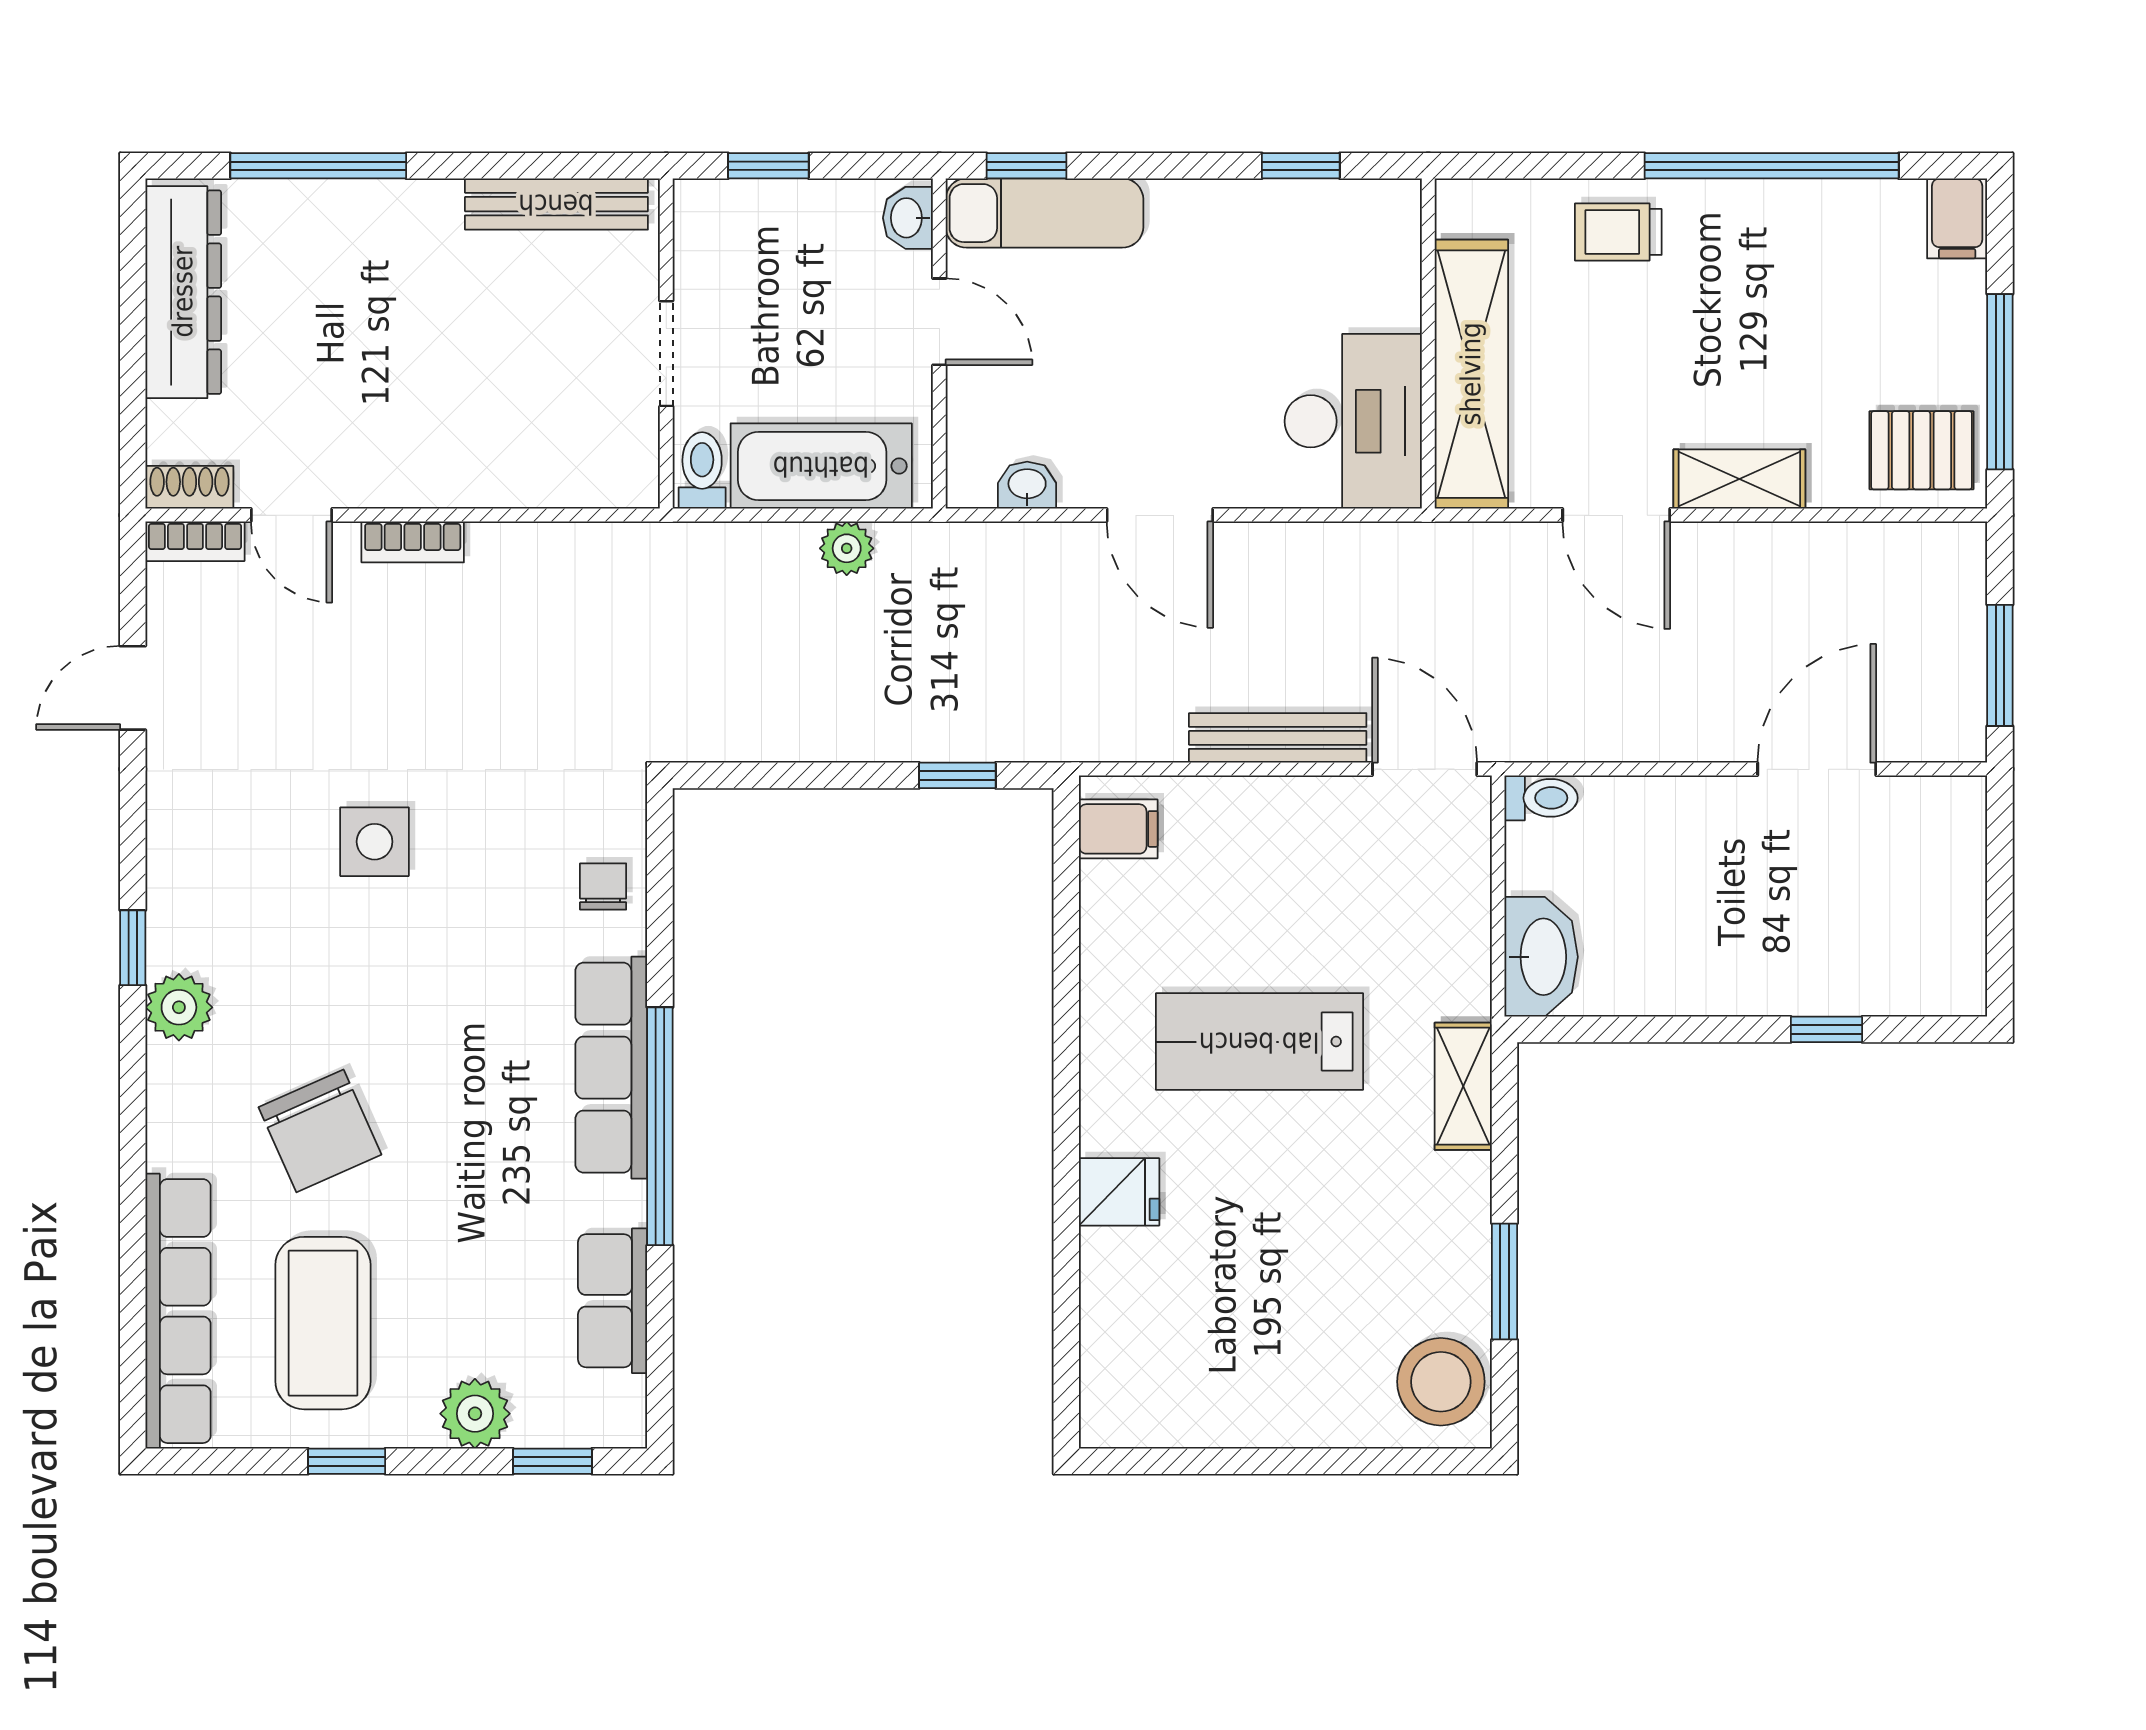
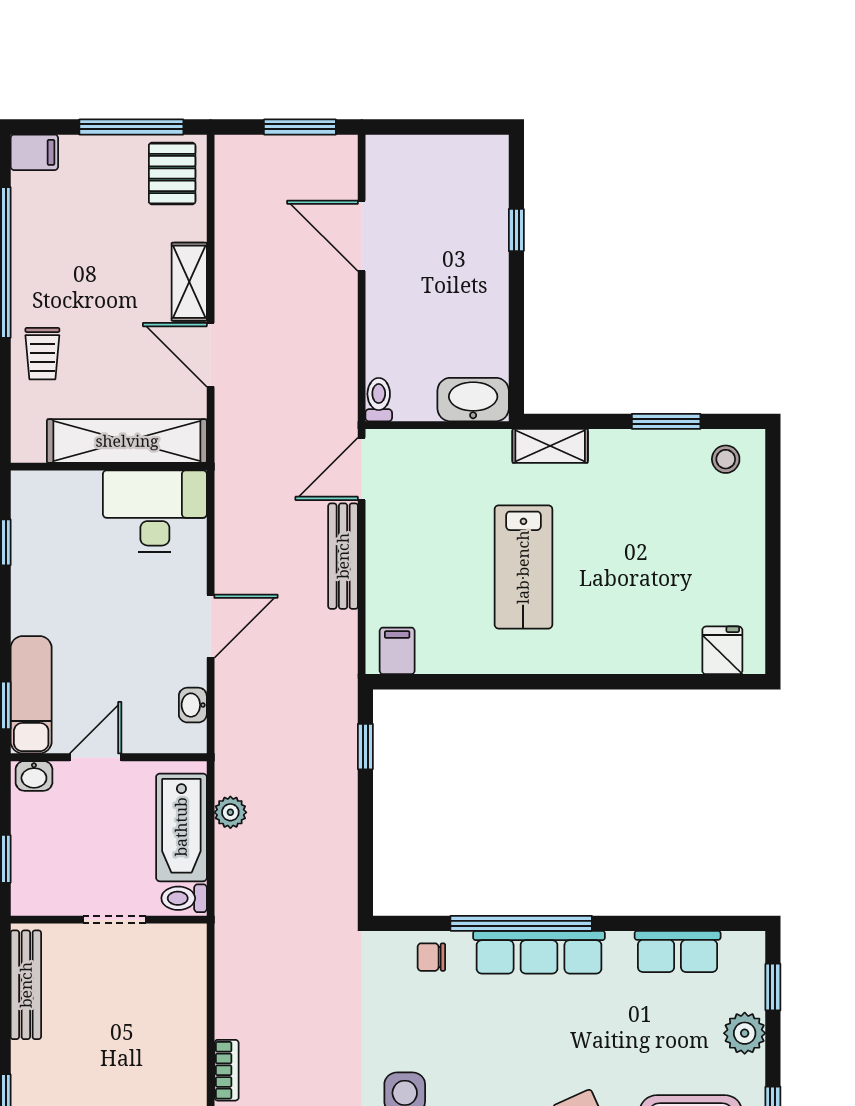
door: (1616, 515) -> (211, 355), swing flipped
window: (660, 1126) -> (521, 923), moved
fridge: (1119, 1192) -> (722, 650), moved
stool: (1441, 1382) -> (726, 459), width x0.53, depth x0.53

